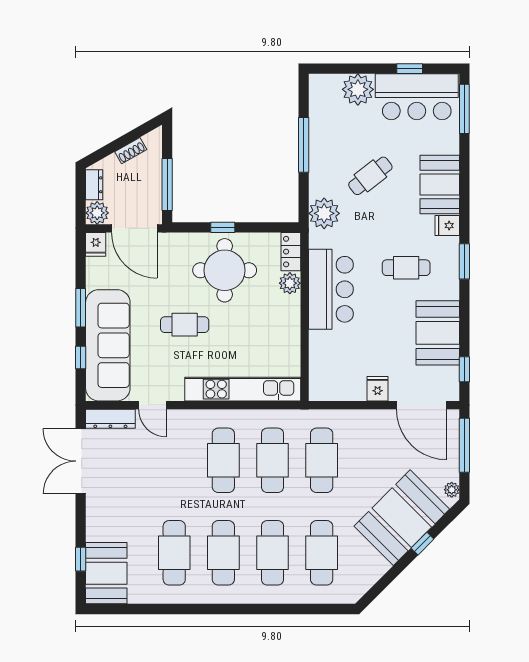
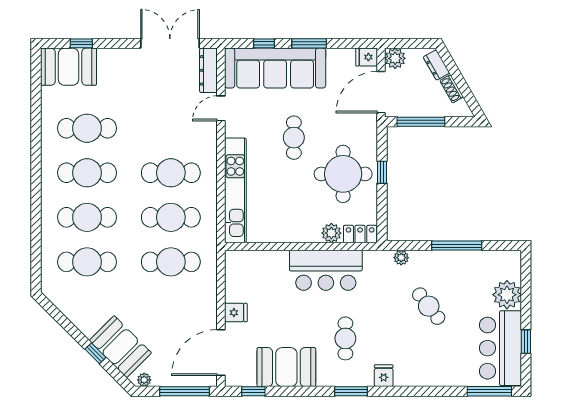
booth: (440, 184) -> (421, 369), removed
dresser: (94, 185) -> (436, 65), moved, turned 60
plant: (324, 213) -> (401, 258), width x0.53, depth x0.53
booth: (402, 518) -> (120, 347), width x0.73, depth x0.70

